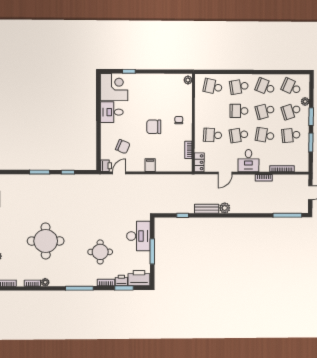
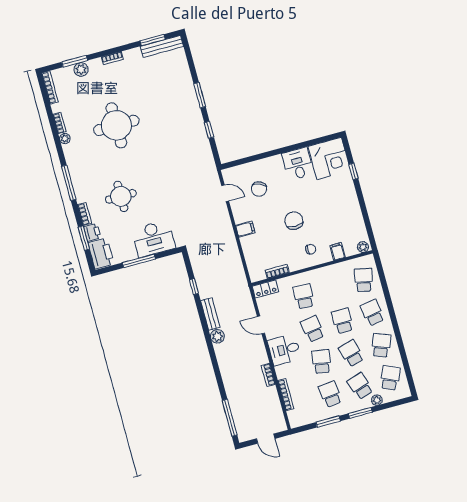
filing cabinet: (186, 100) -> (338, 251), added
printer: (106, 166) -> (230, 175), removed

